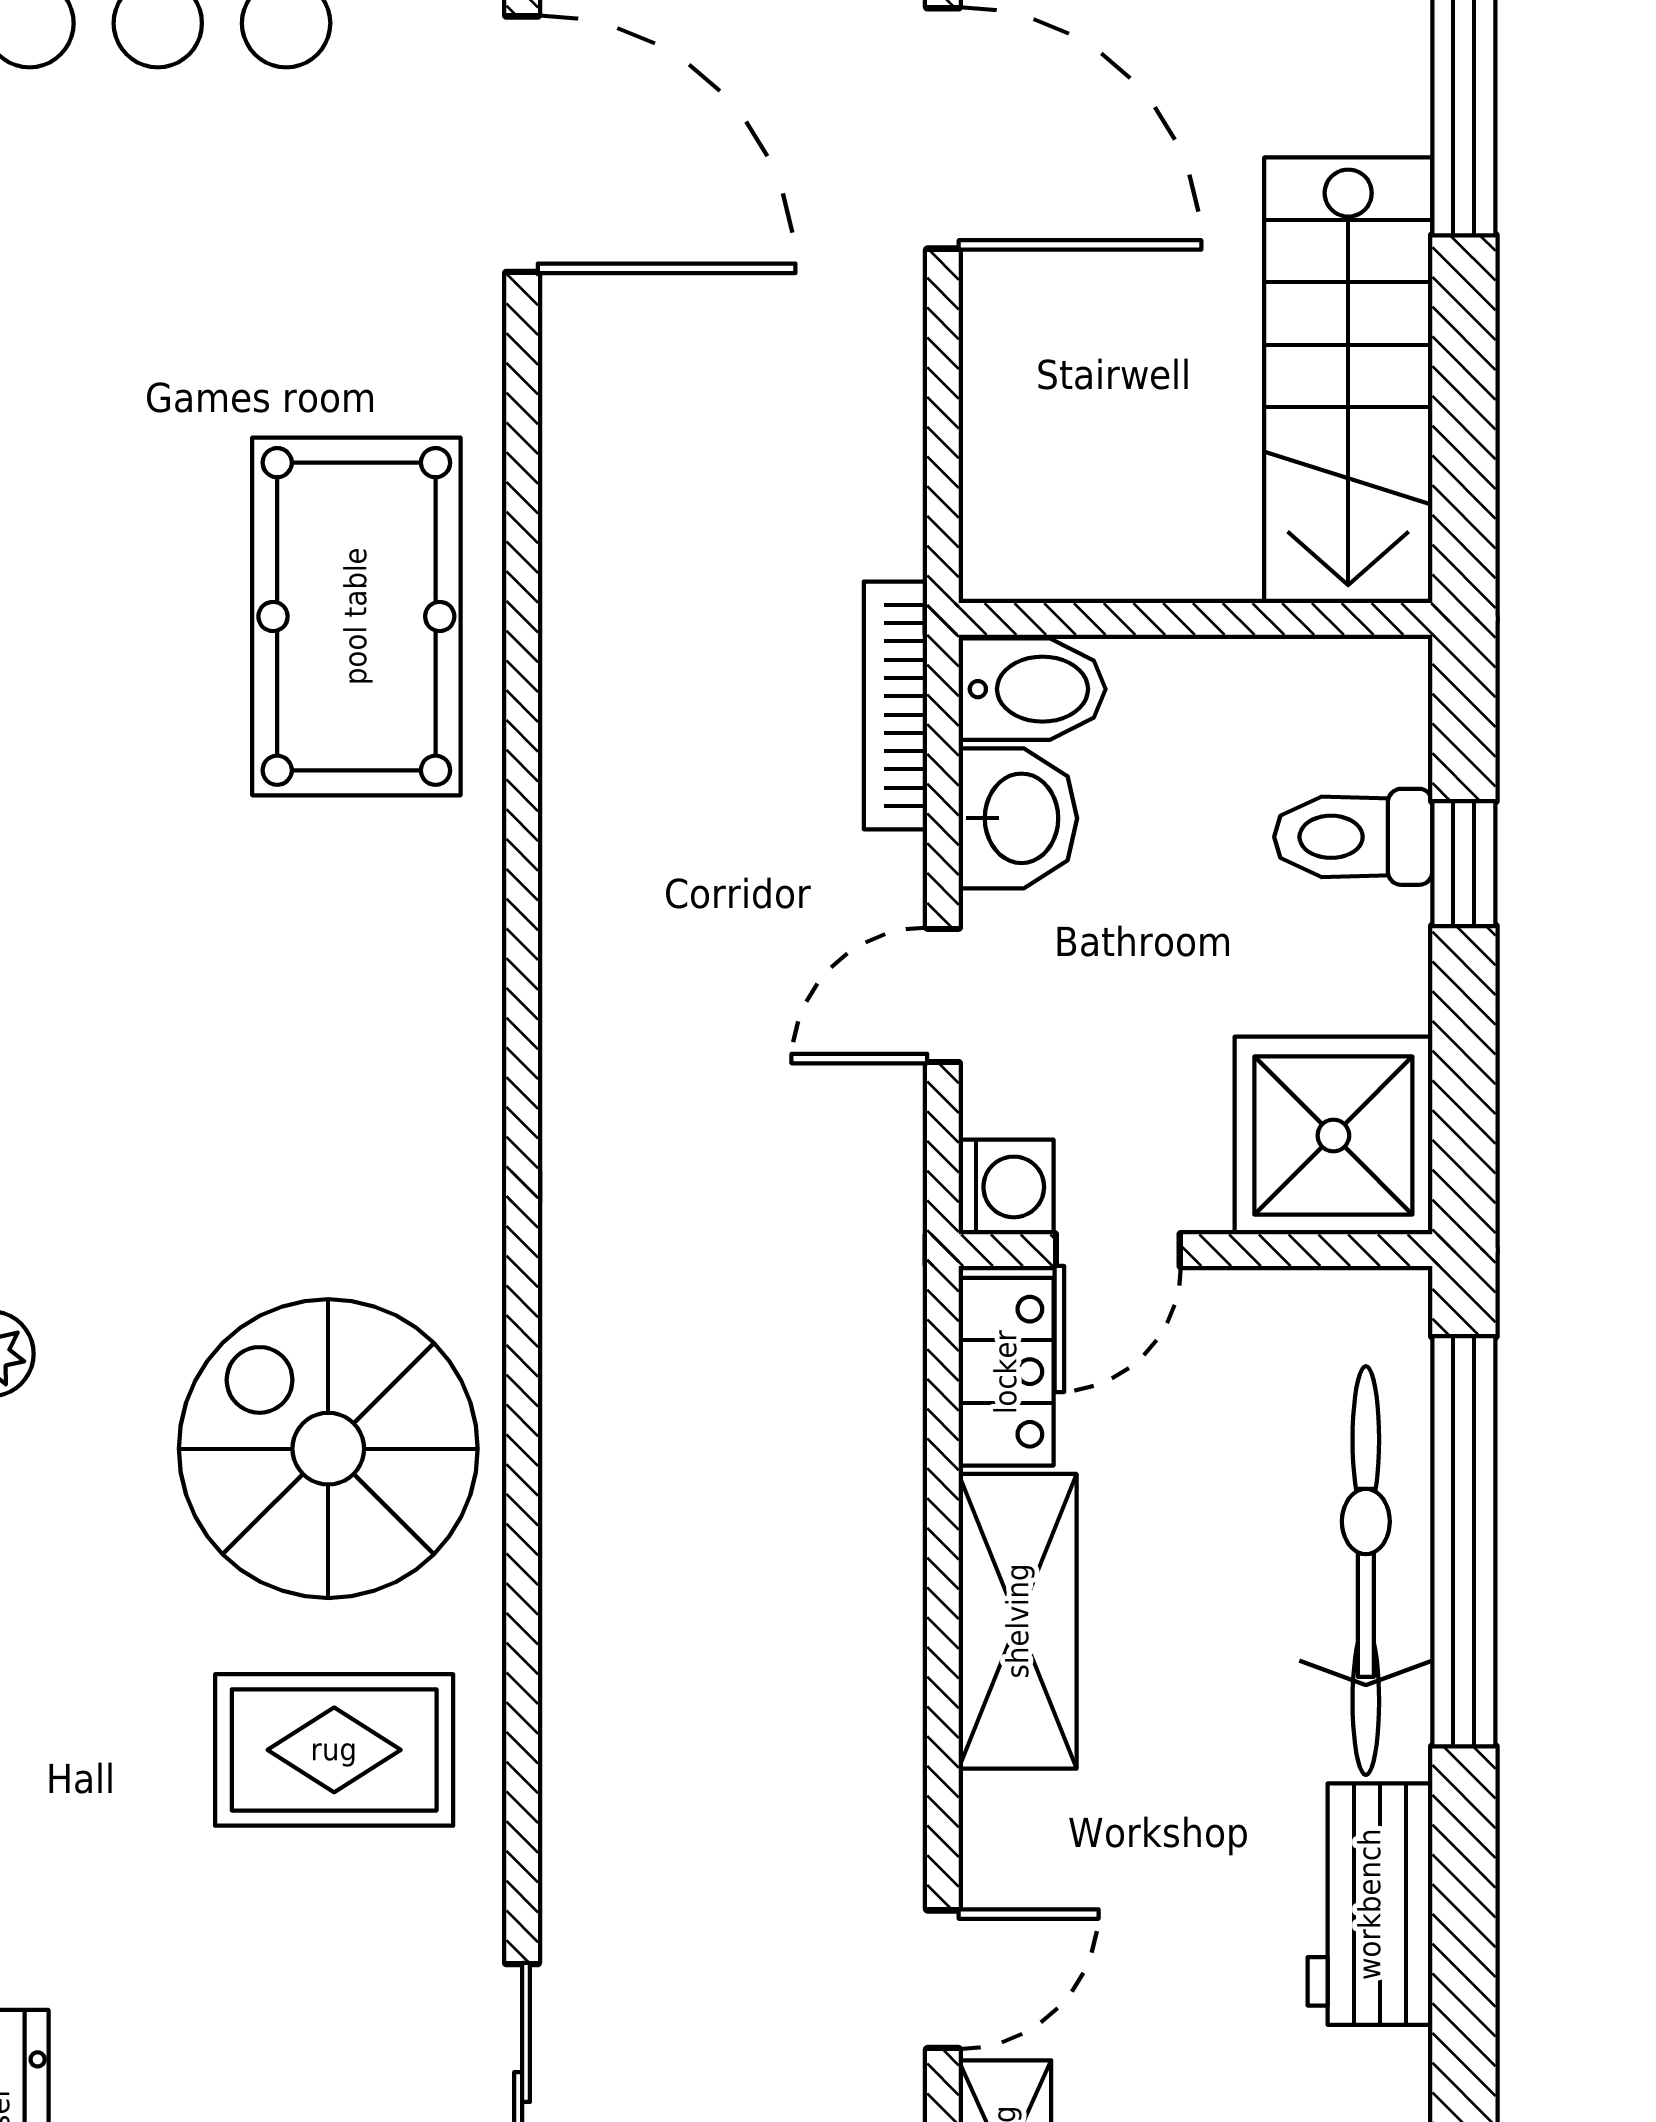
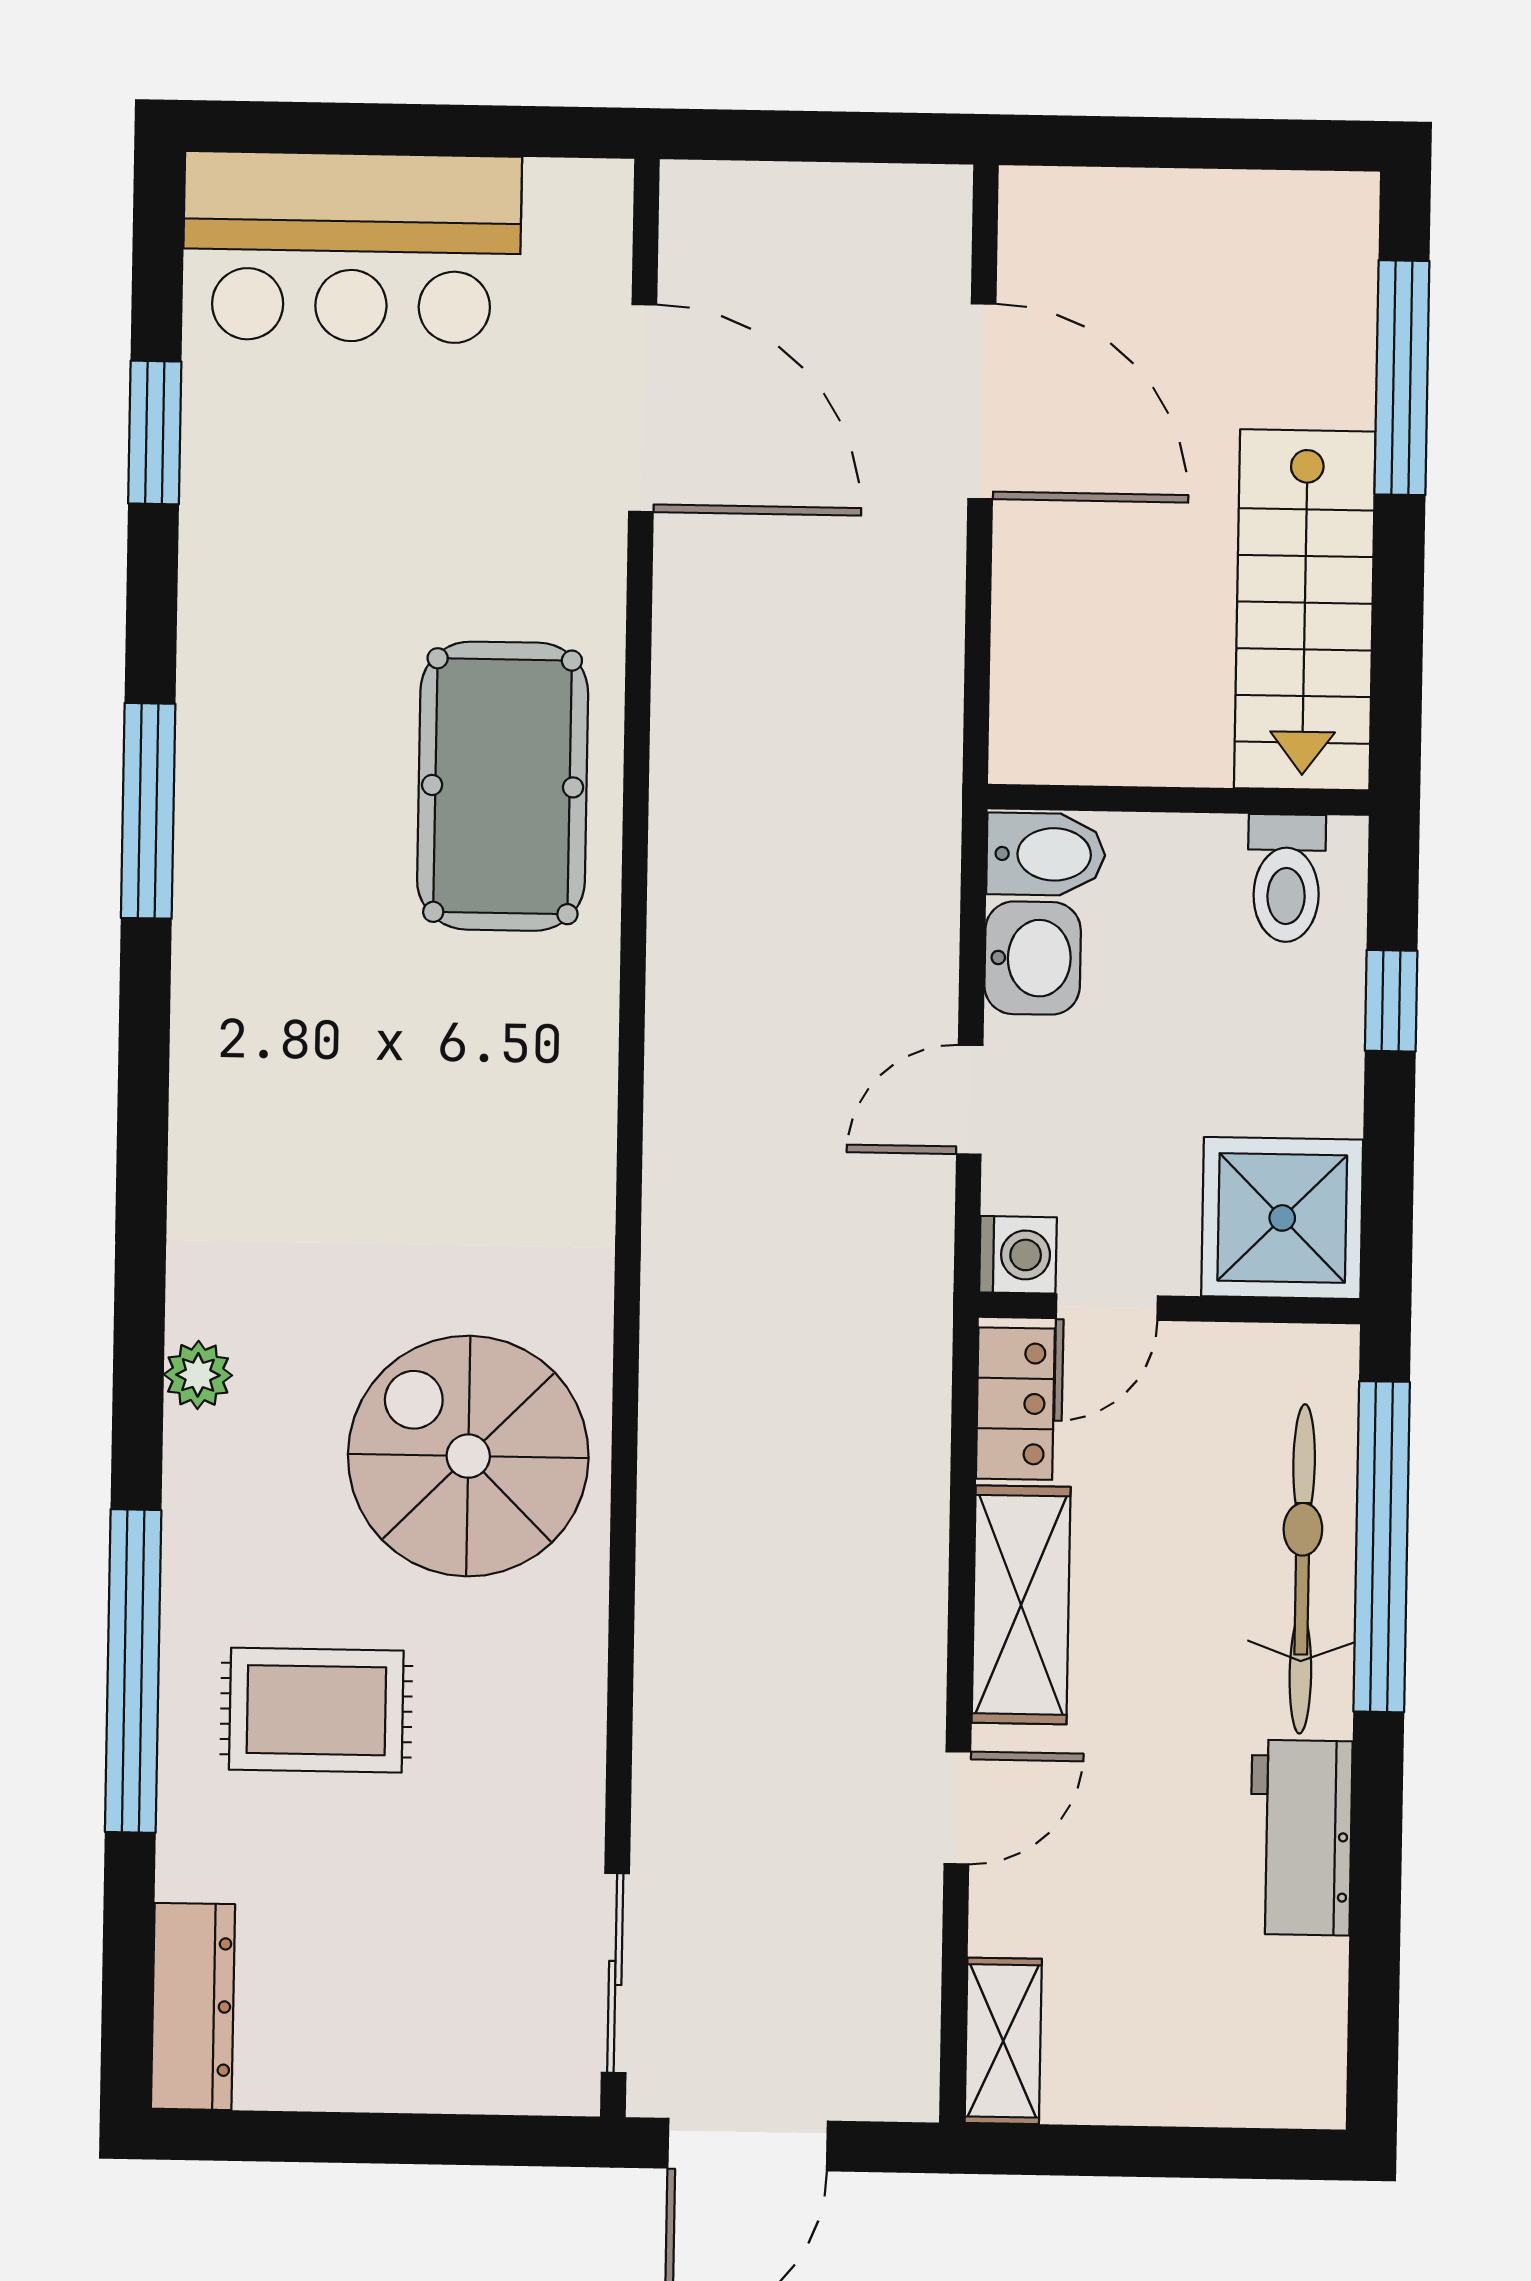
bookcase: (895, 705) -> (936, 865), removed
toilet: (1353, 837) -> (1286, 878), moved, turned -90
rug: (334, 1750) -> (316, 1710), moved
door: (943, 1979) -> (957, 1808), moved

